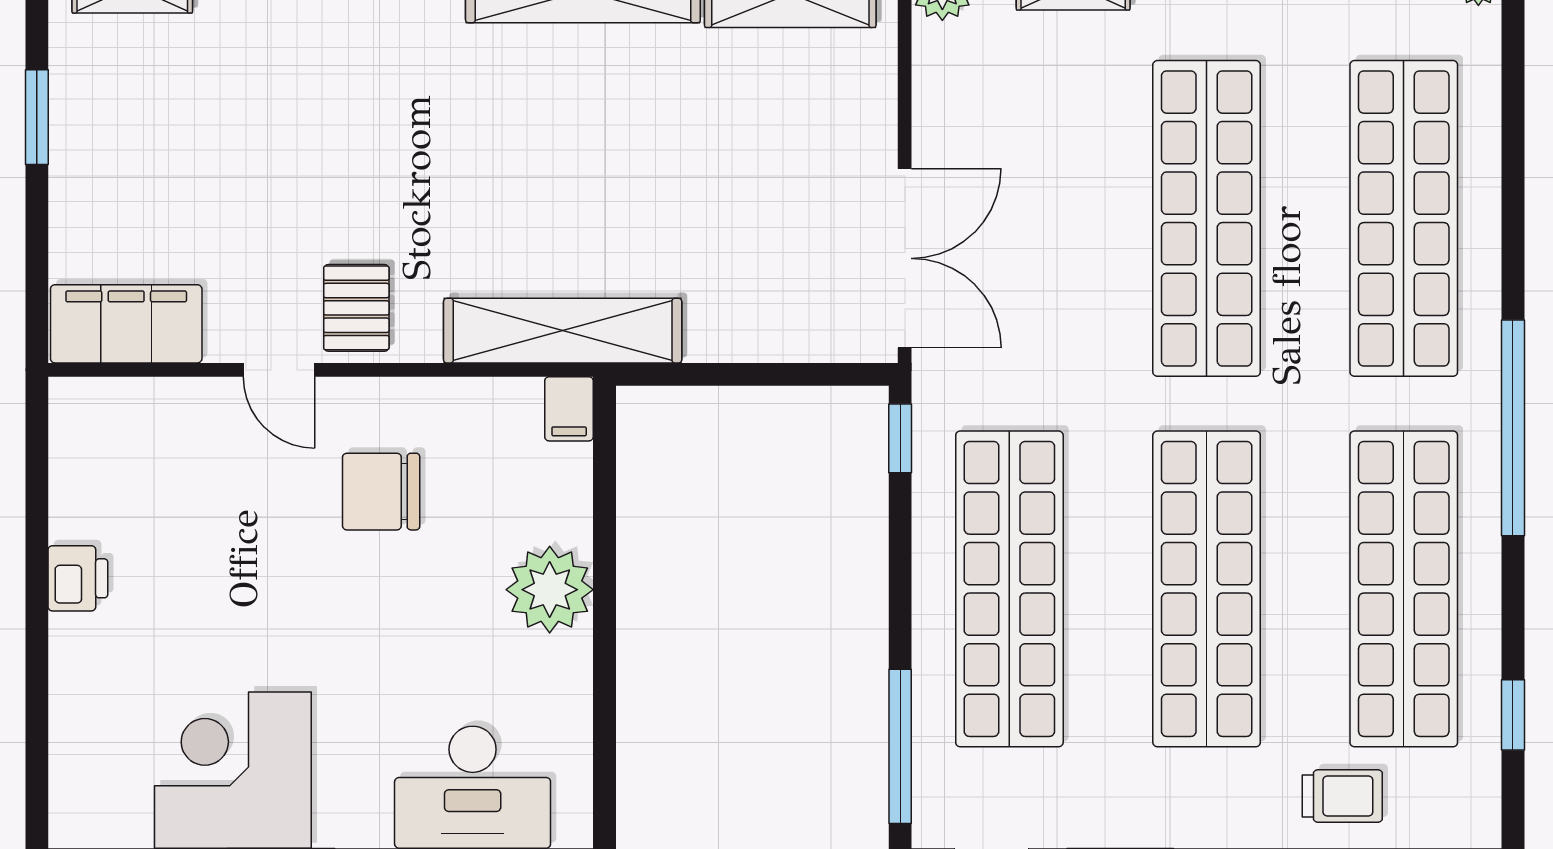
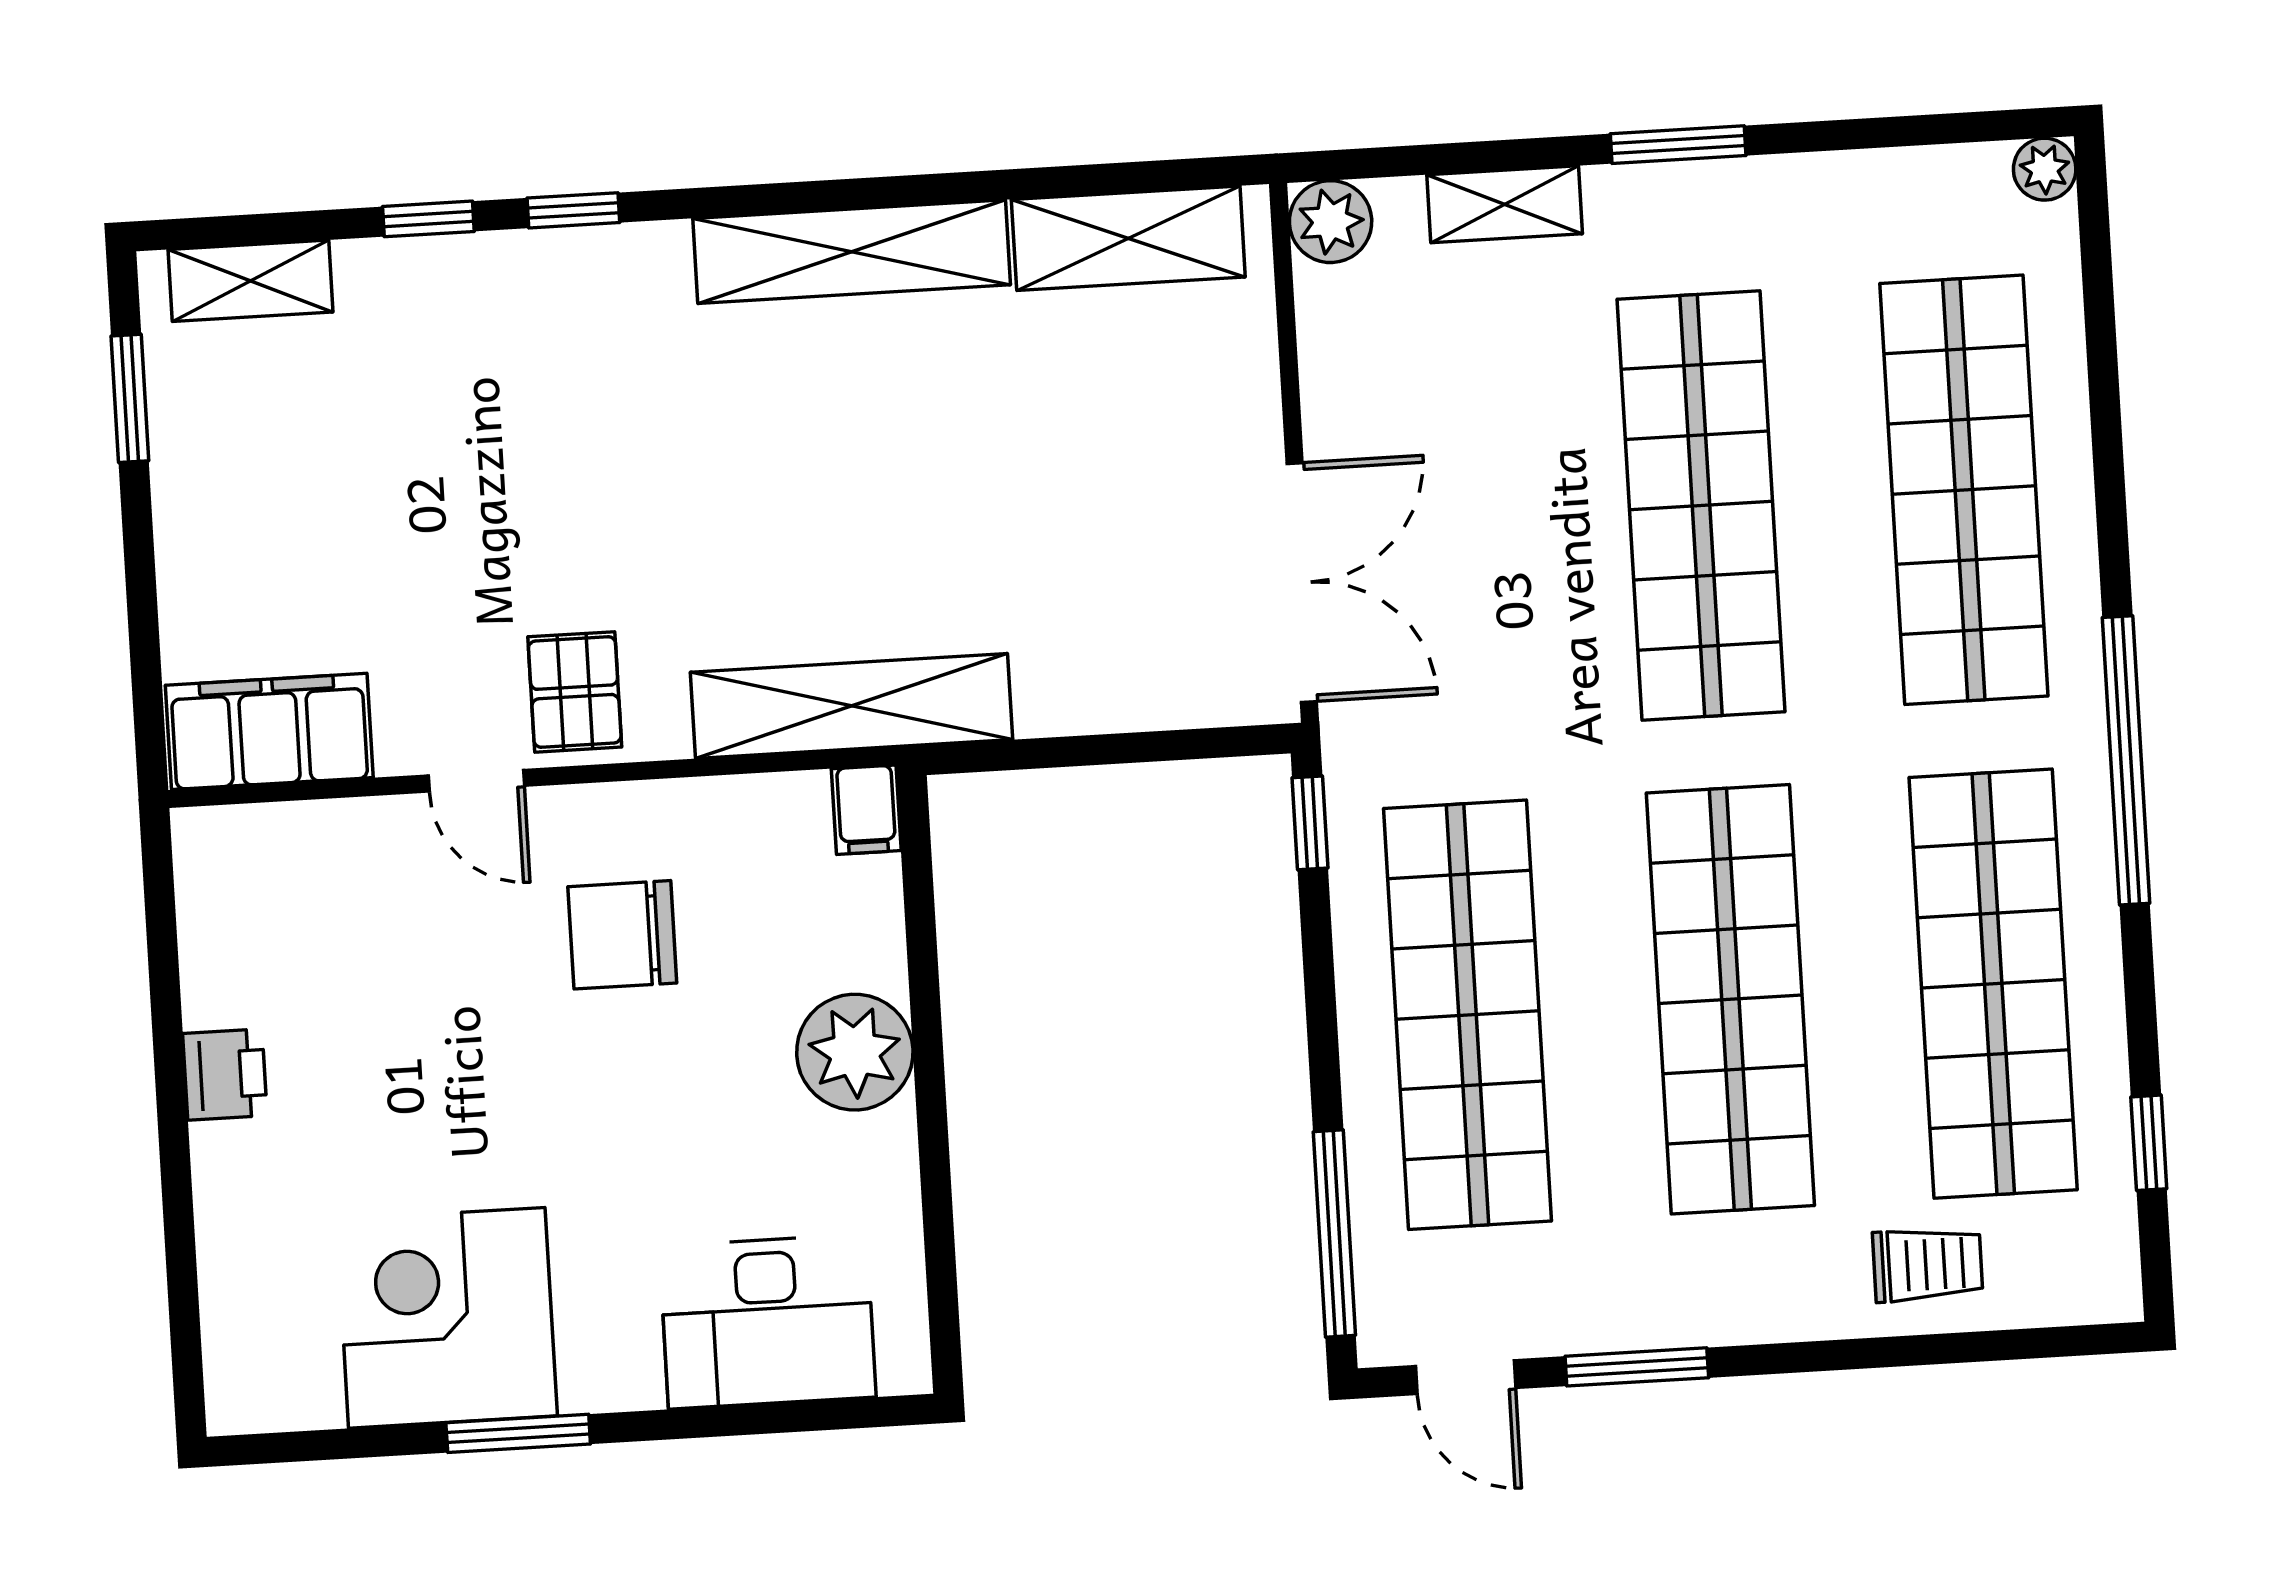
window: (37, 117) -> (130, 398), moved

